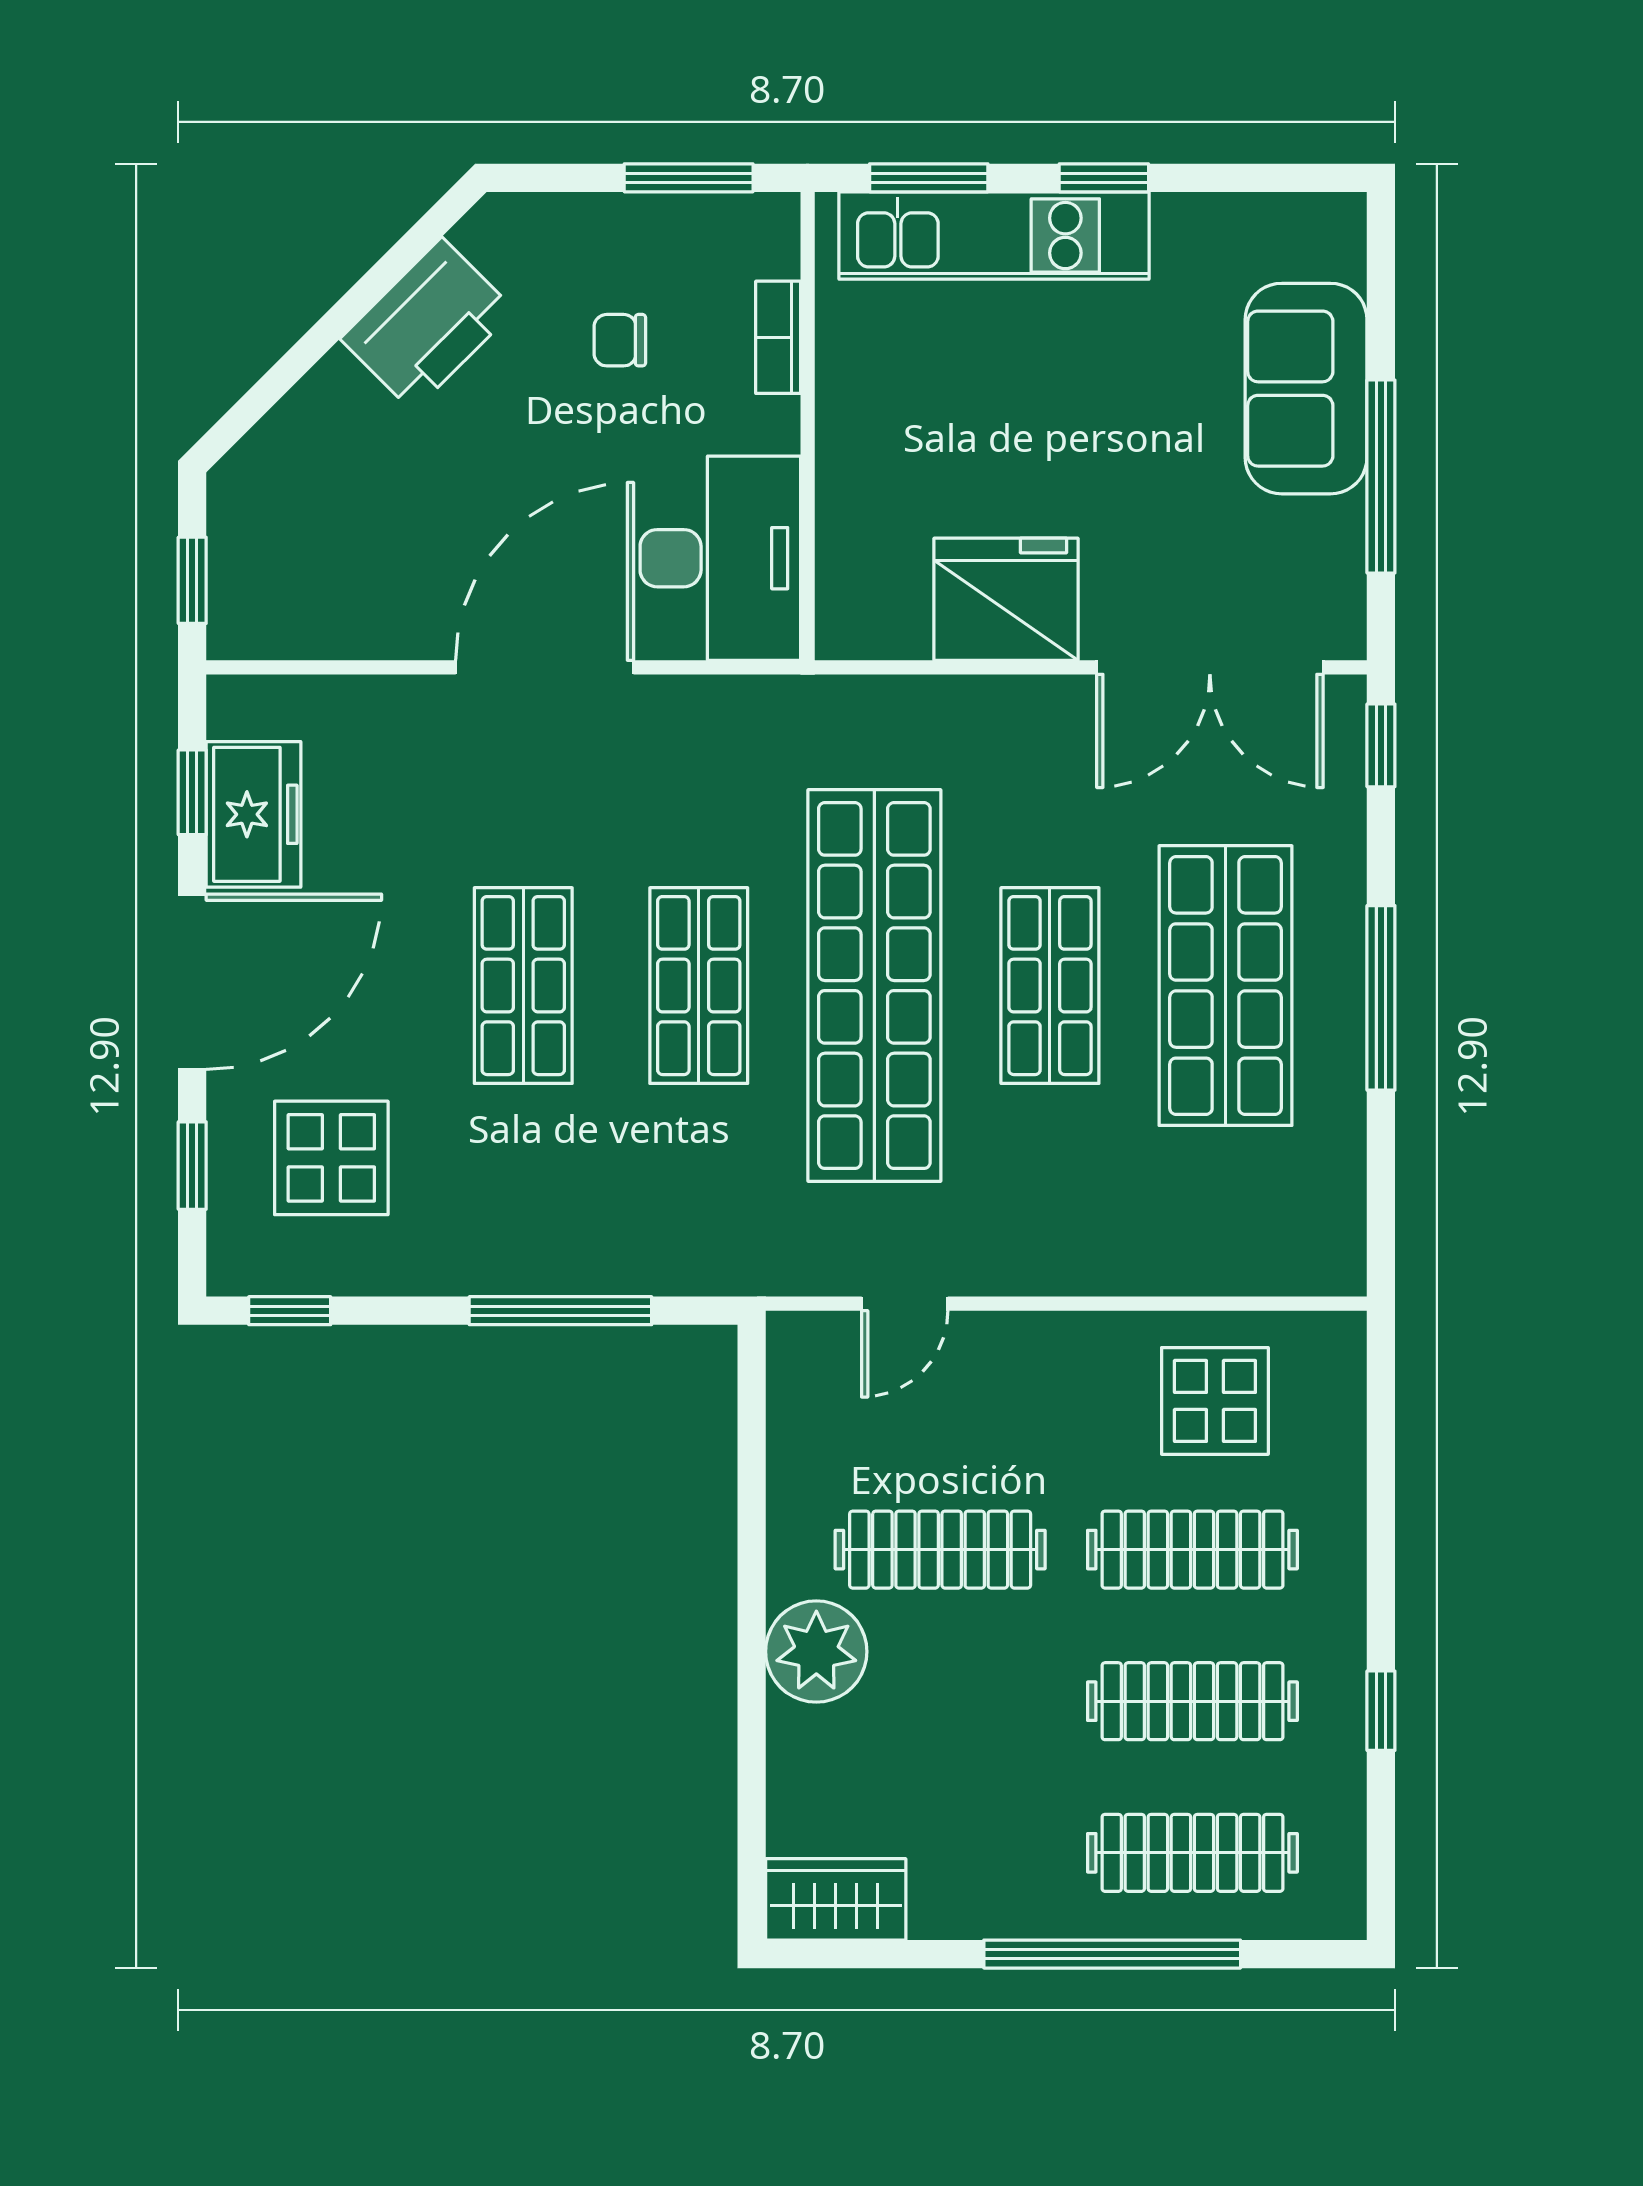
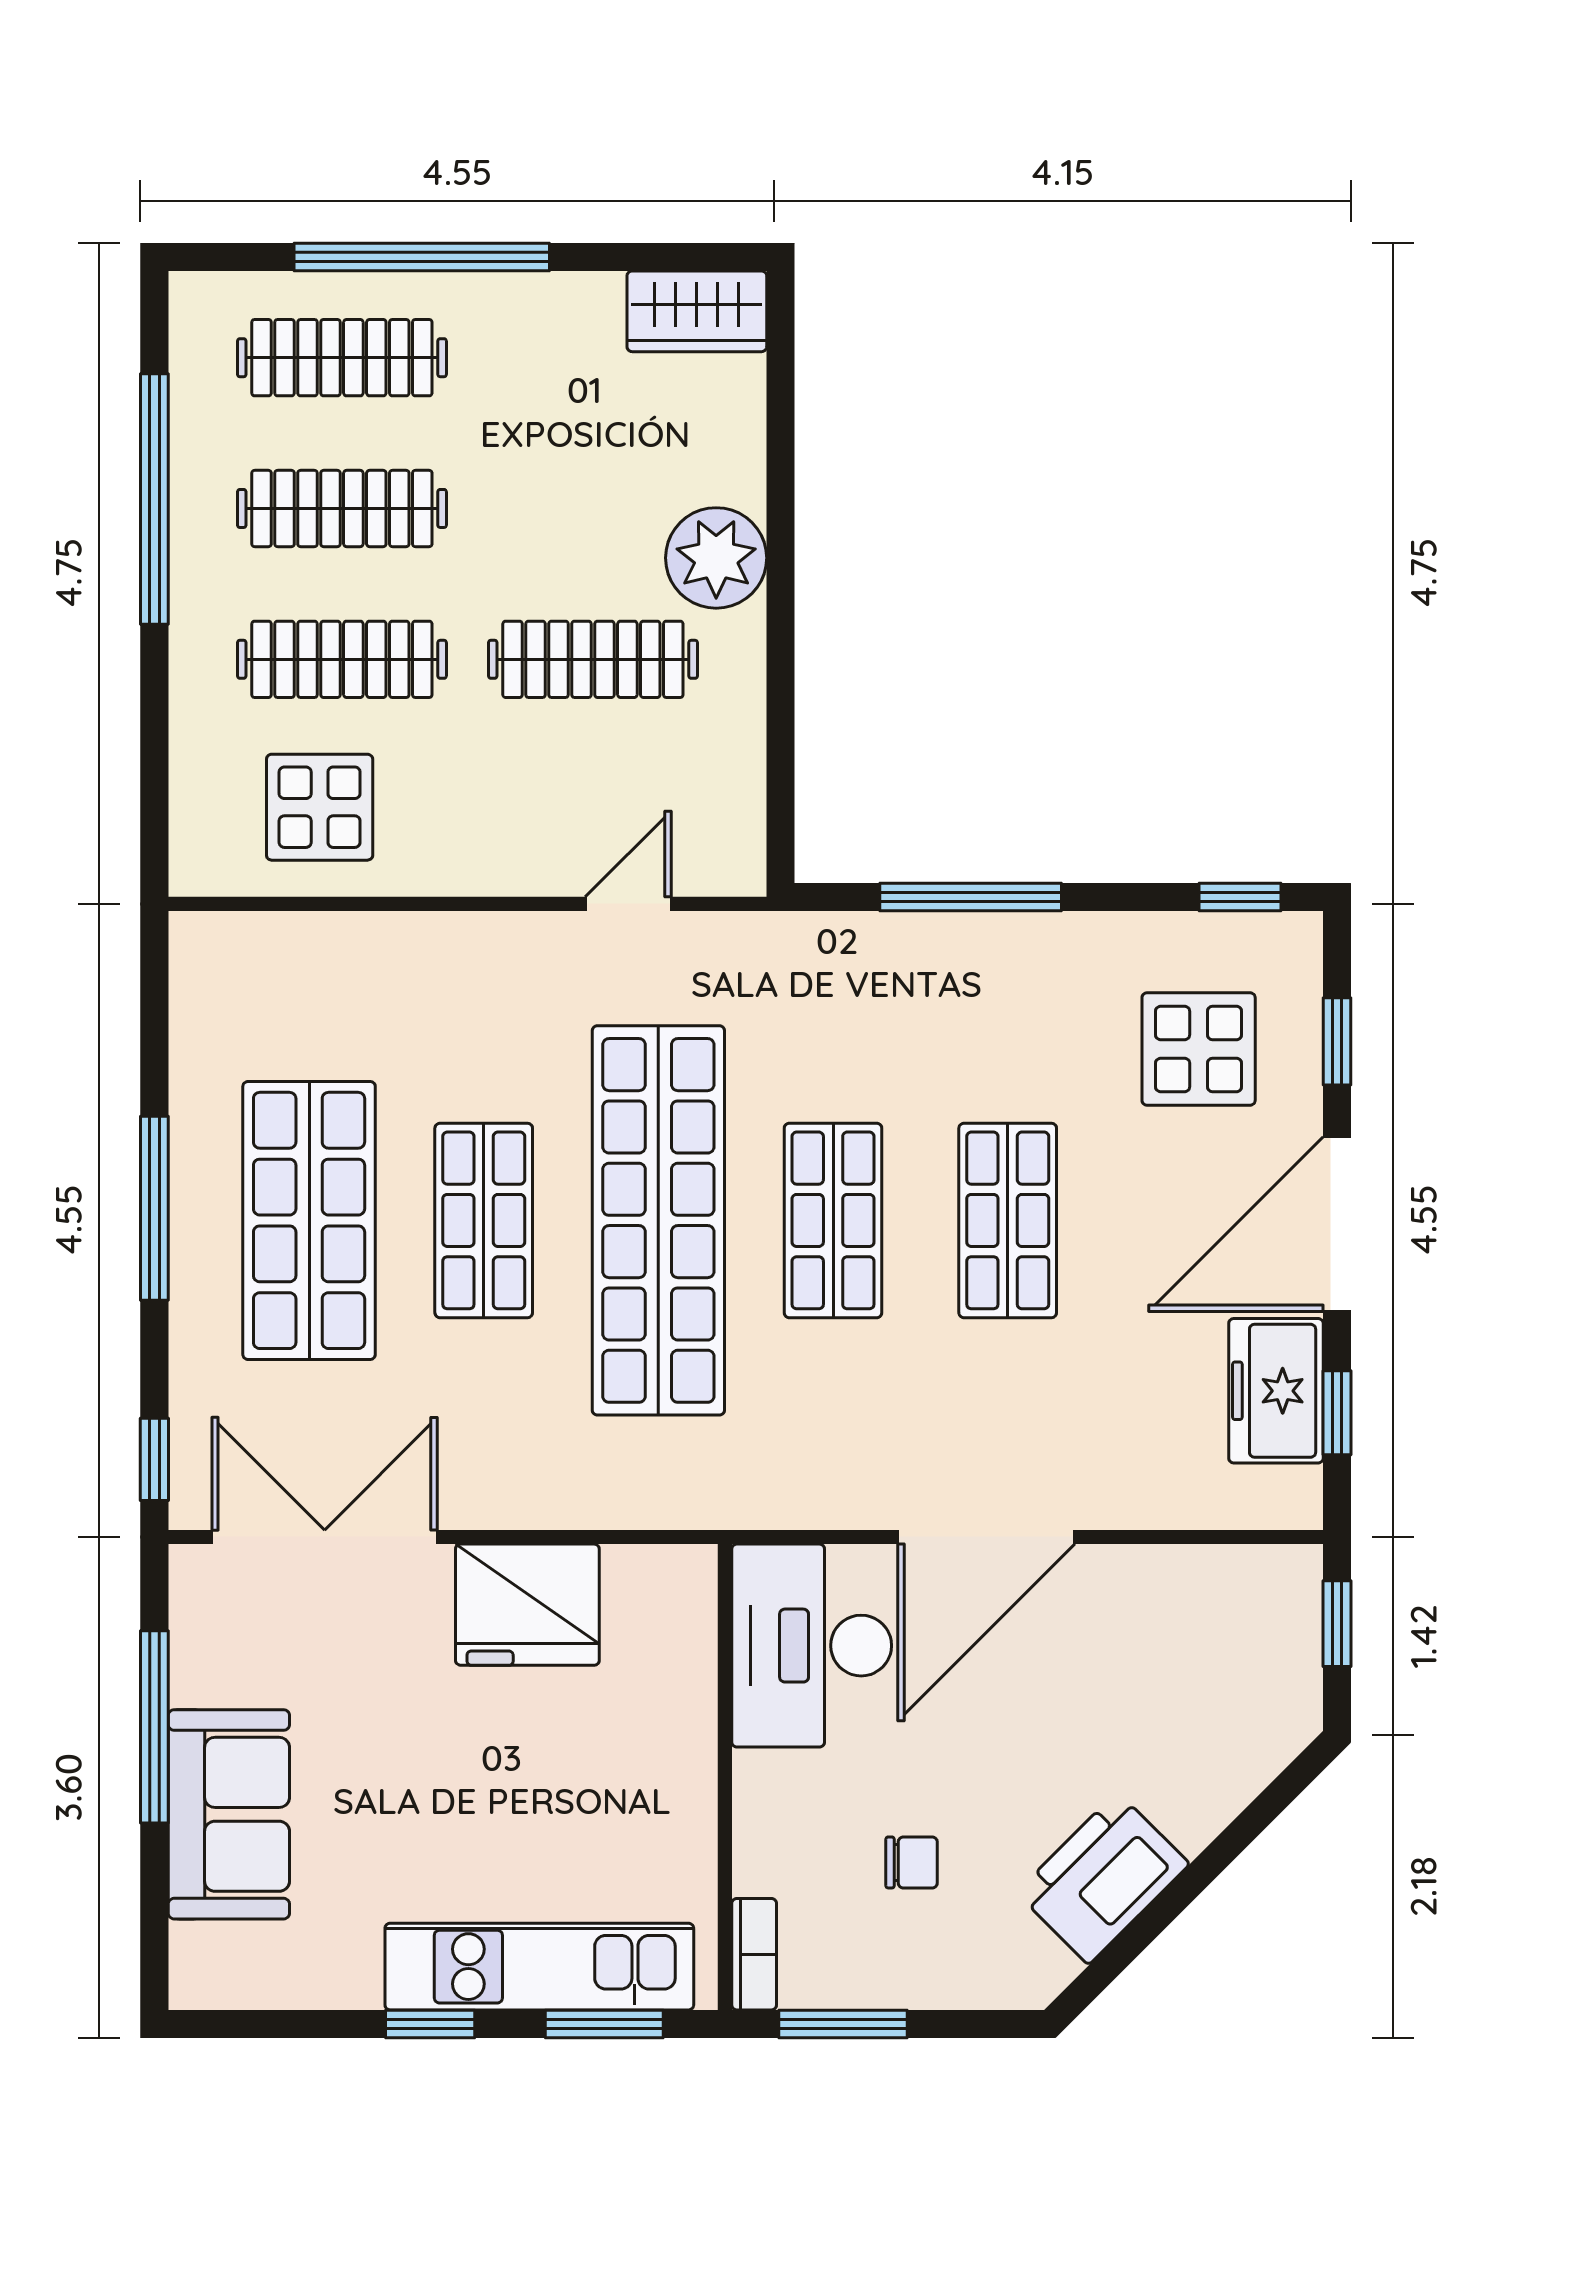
bookcase: (778, 337) -> (754, 1954), moved
window: (1381, 1711) -> (154, 499), width x3.17

